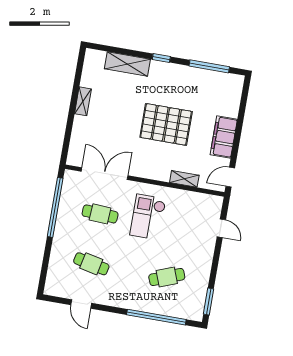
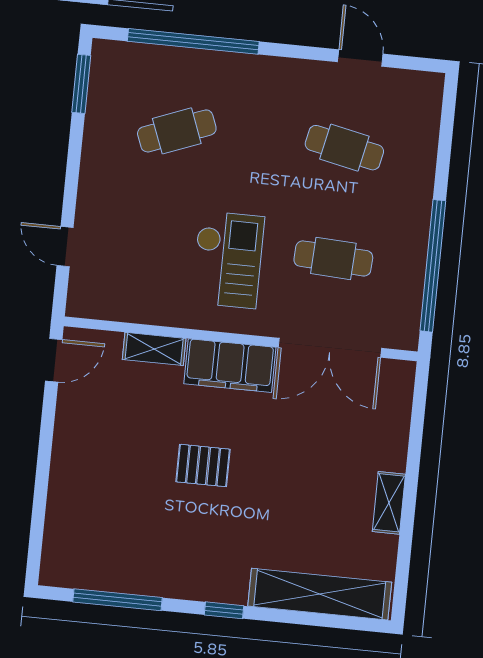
shelving: (127, 64) -> (320, 594), width x1.47
pallet: (166, 124) -> (203, 465), width x0.49, depth x0.50
filing cabinet: (224, 137) -> (230, 366), moved, turned 90

